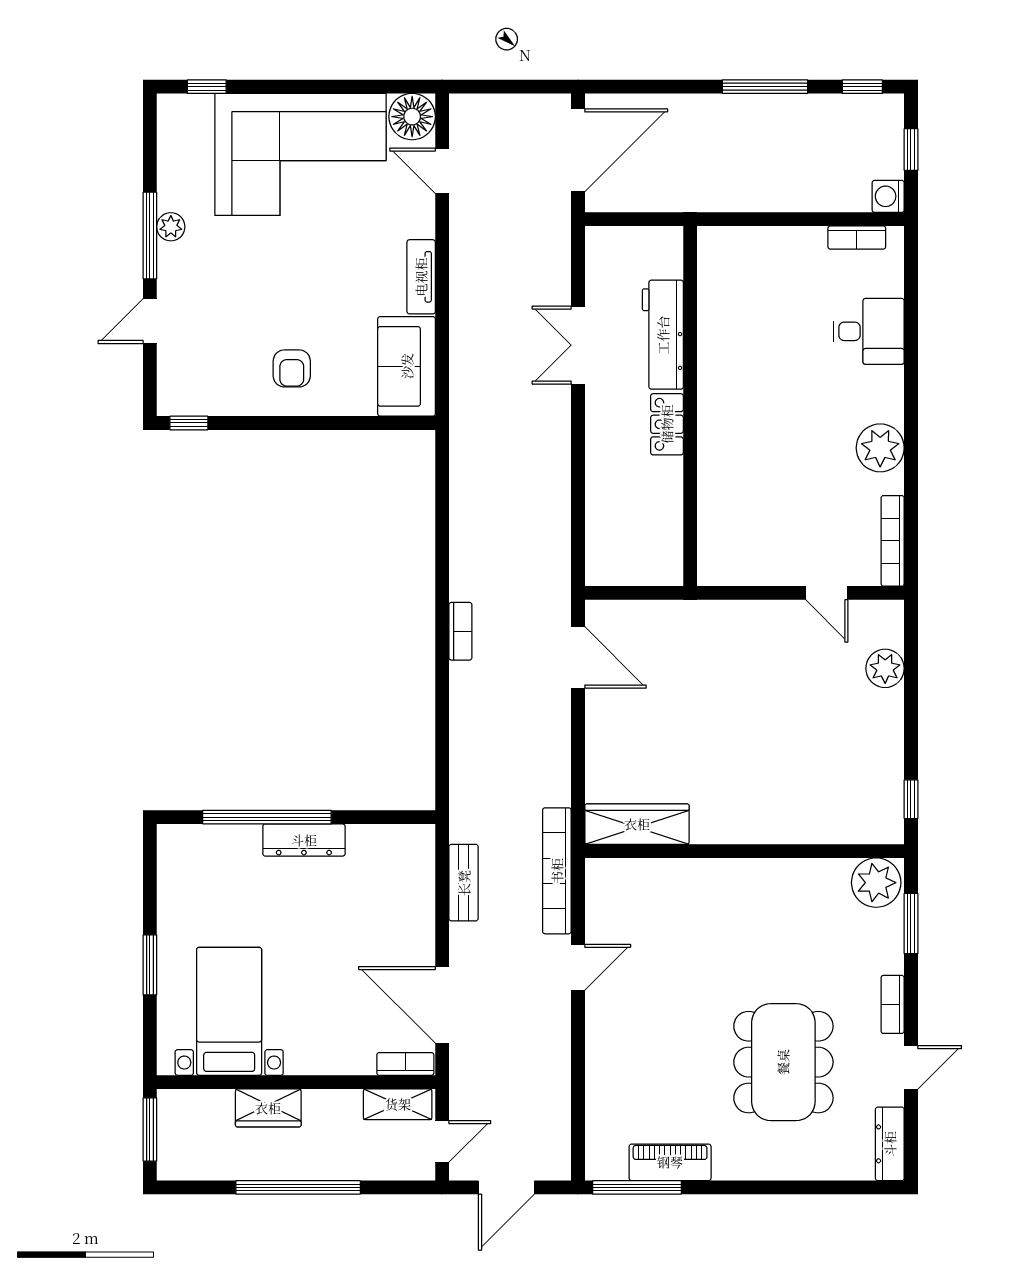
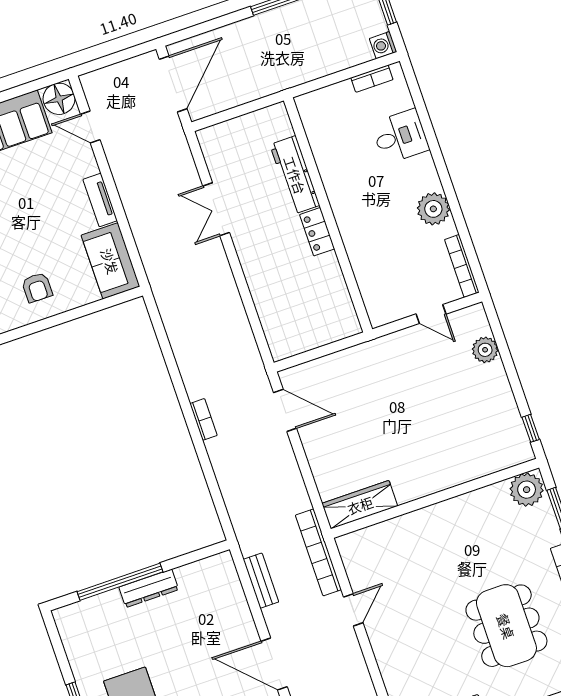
workbench: (663, 335) -> (295, 175), moved
wall: (690, 406) -> (328, 215), moved
locker: (667, 424) -> (317, 232), moved

